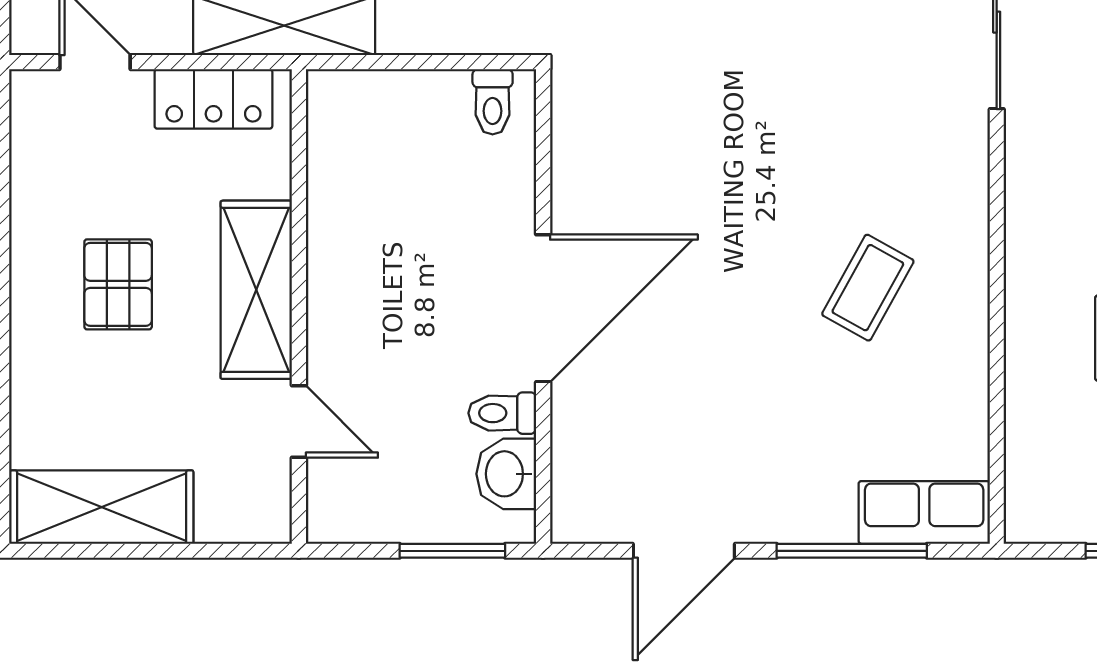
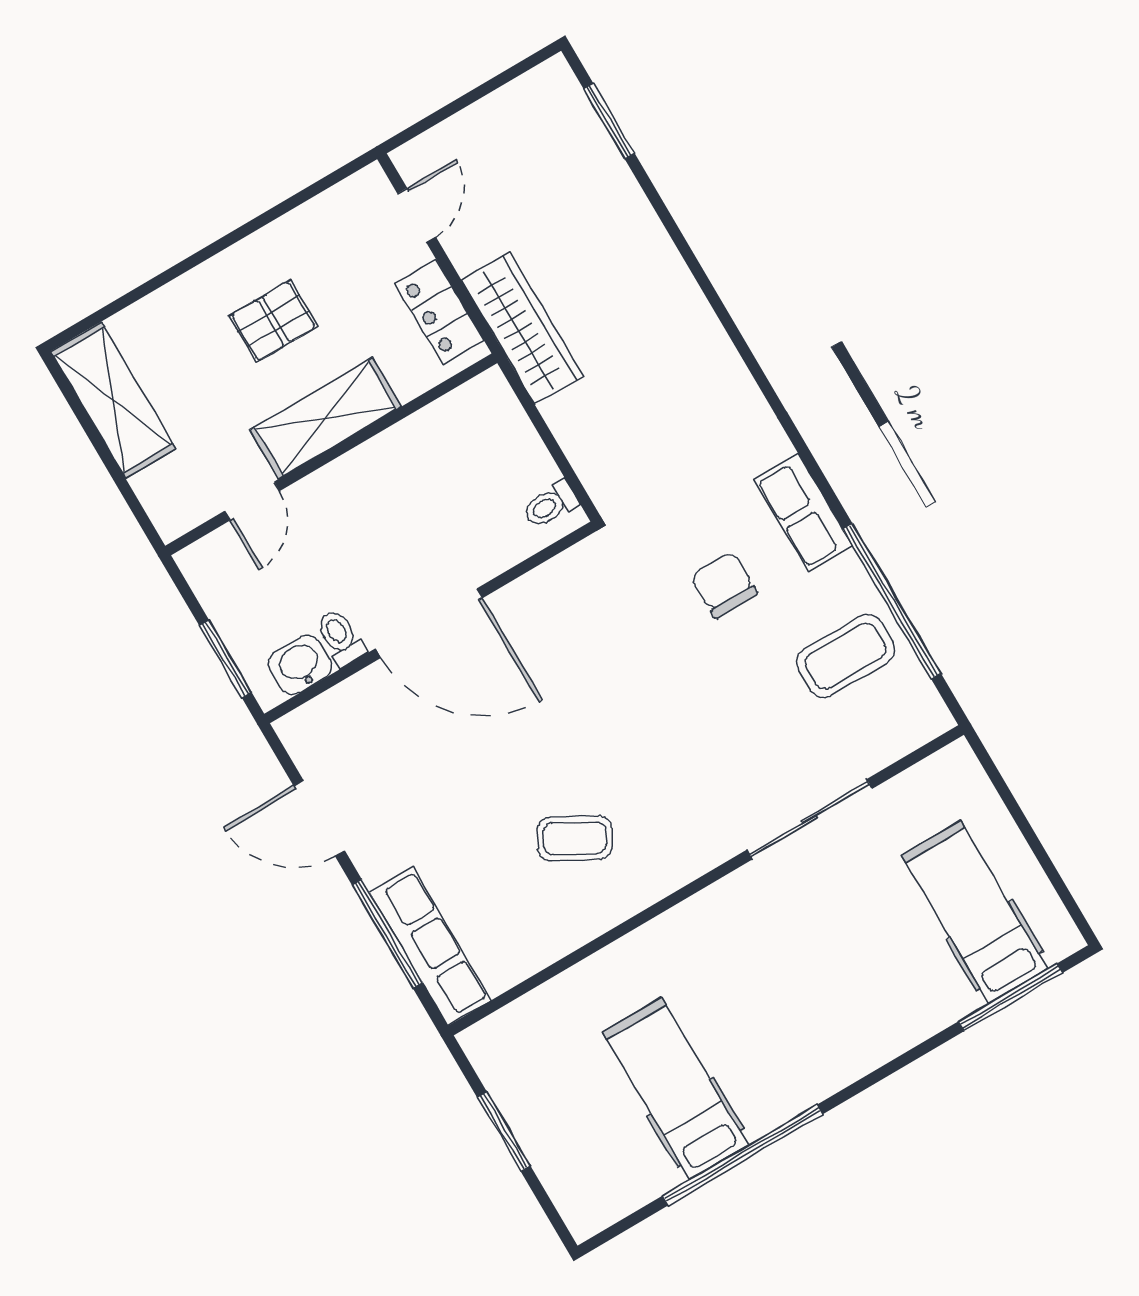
row of seats: (924, 512) -> (430, 946), width x1.48

